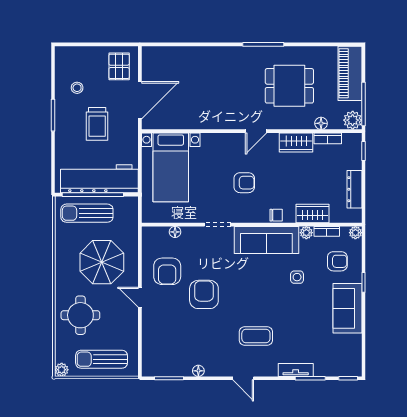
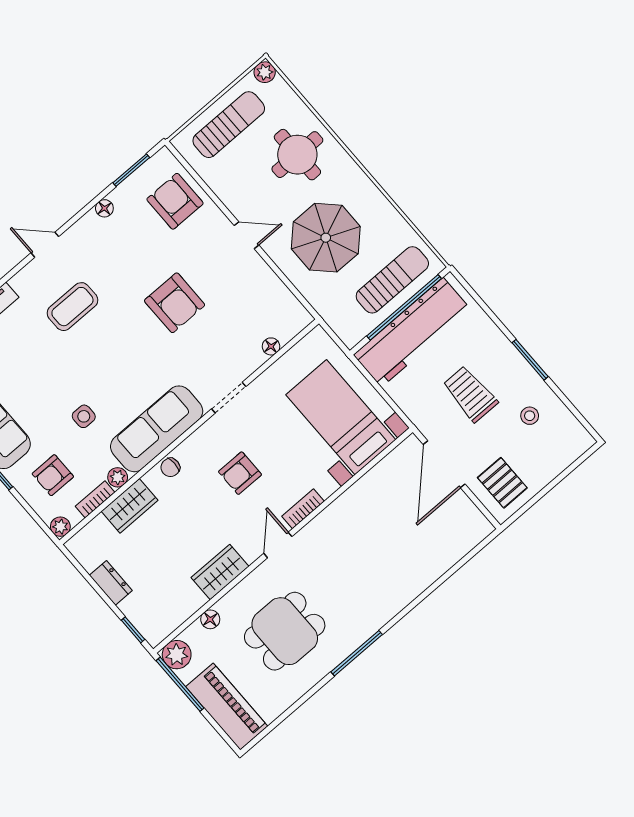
bookcase: (328, 138) -> (303, 509), moved
dresser: (355, 189) -> (111, 583), width x0.70
armchair: (167, 271) -> (175, 201), moved

